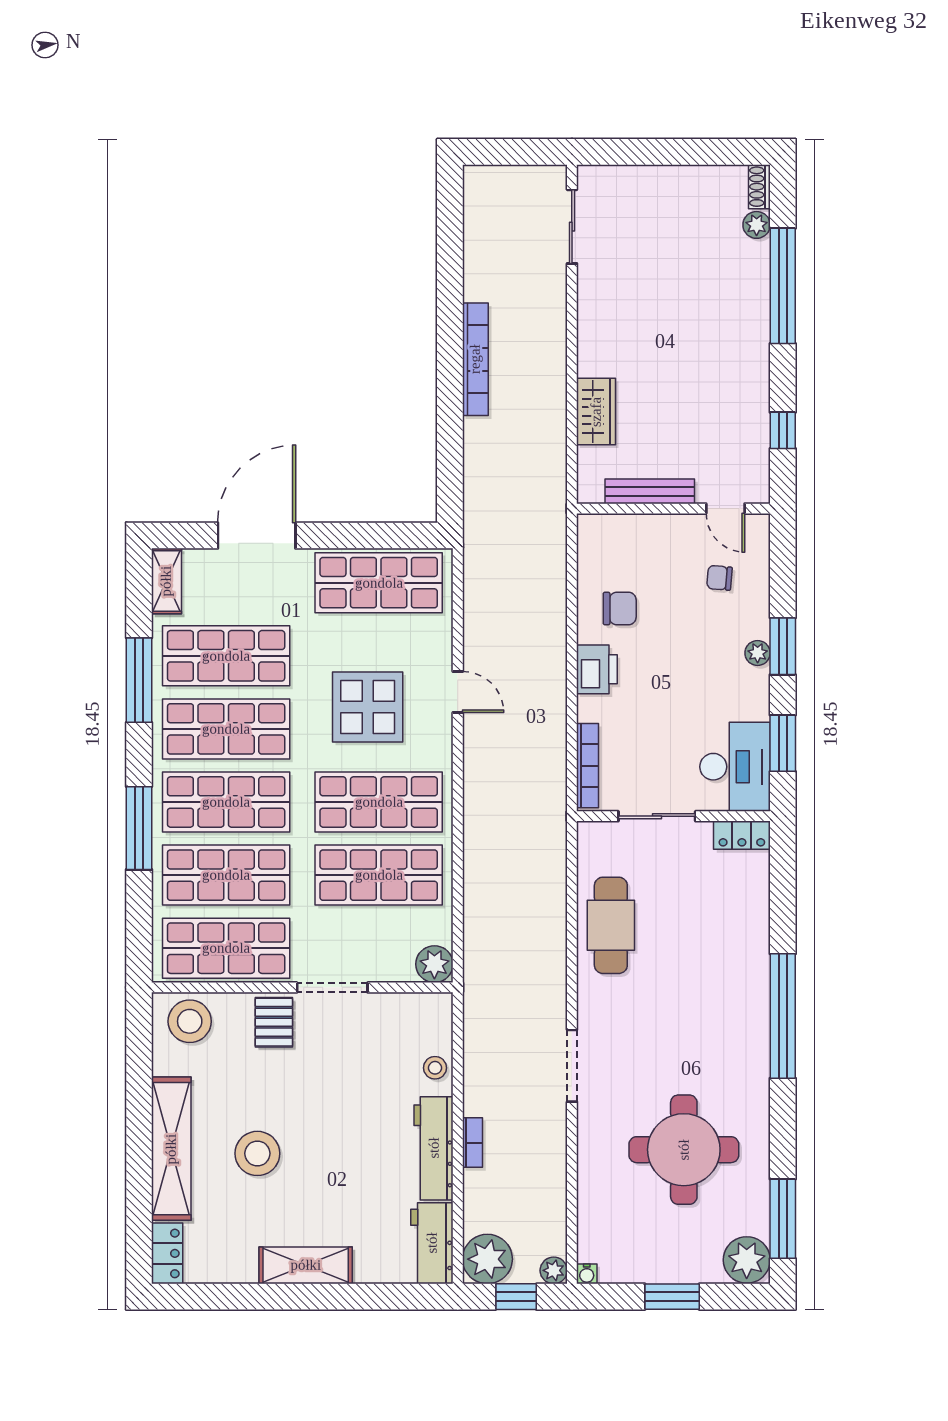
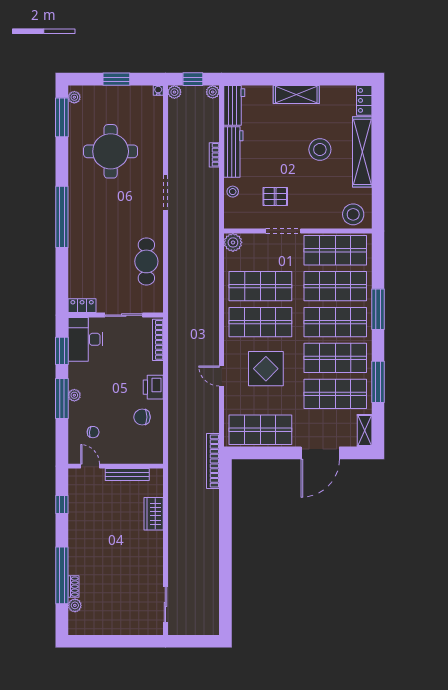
shoe rack: (759, 187) -> (73, 587), moved
bookcase: (475, 359) -> (213, 461), moved
window: (783, 646) -> (62, 399), width x1.44
pallet: (274, 1022) -> (275, 197), moved, turned 90
plant: (487, 1259) -> (213, 92), width x0.53, depth x0.53
plant: (747, 1260) -> (74, 97), width x0.53, depth x0.53

